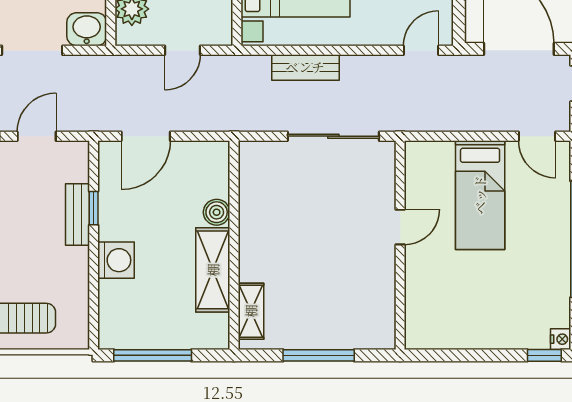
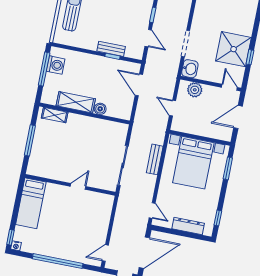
bed: (480, 195) -> (31, 203), moved, turned -90
door: (400, 227) -> (78, 186), swing flipped
washing machine: (116, 260) -> (56, 65), moved, turned -90

